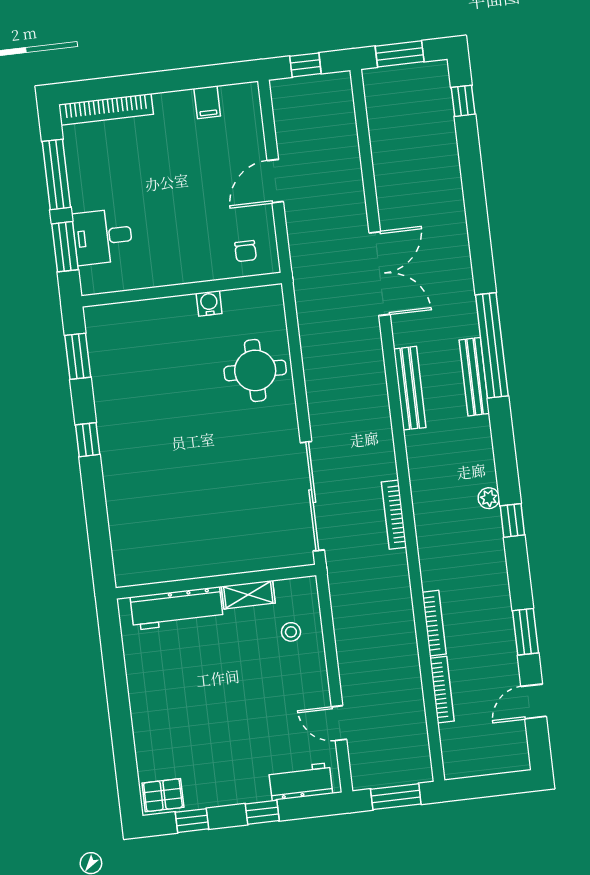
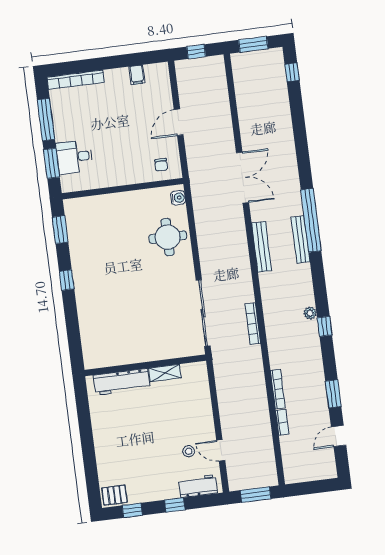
water cooler: (209, 303) -> (178, 198), moved, turned 90
stool: (291, 632) -> (189, 451), moved
bookcase: (442, 690) -> (282, 422), width x0.64

